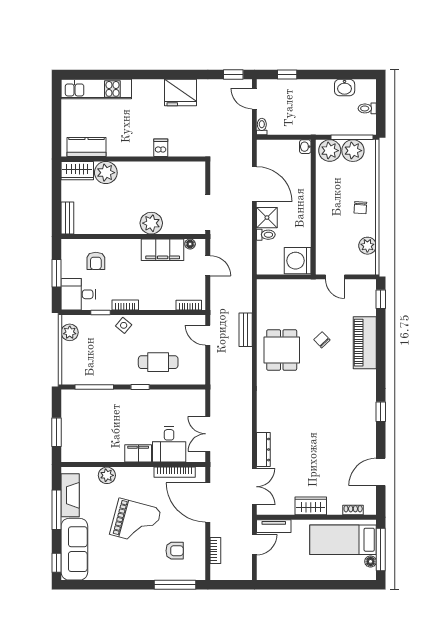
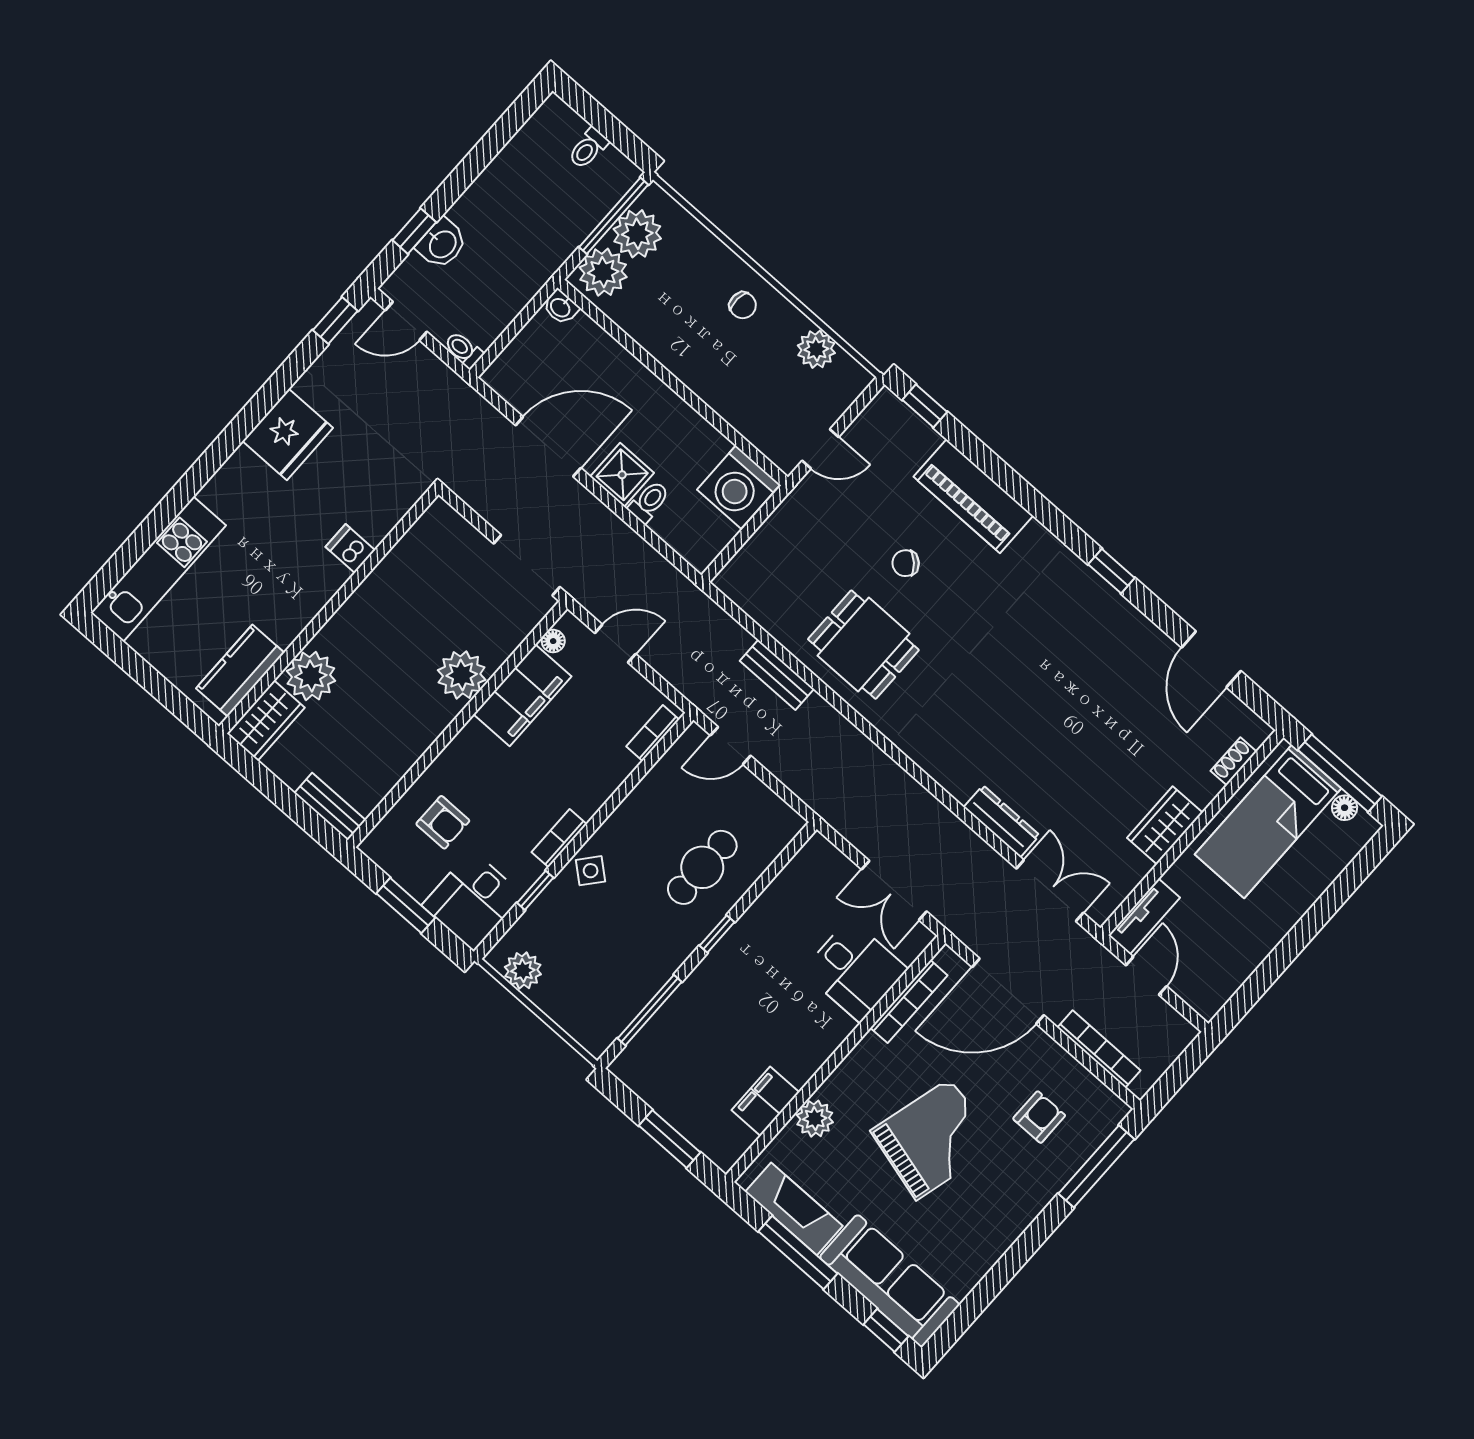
washbasin: (345, 88) -> (442, 244), moved
filing cabinet: (138, 453) -> (765, 1101), moved
bookcase: (215, 551) -> (1099, 1049), width x1.56

